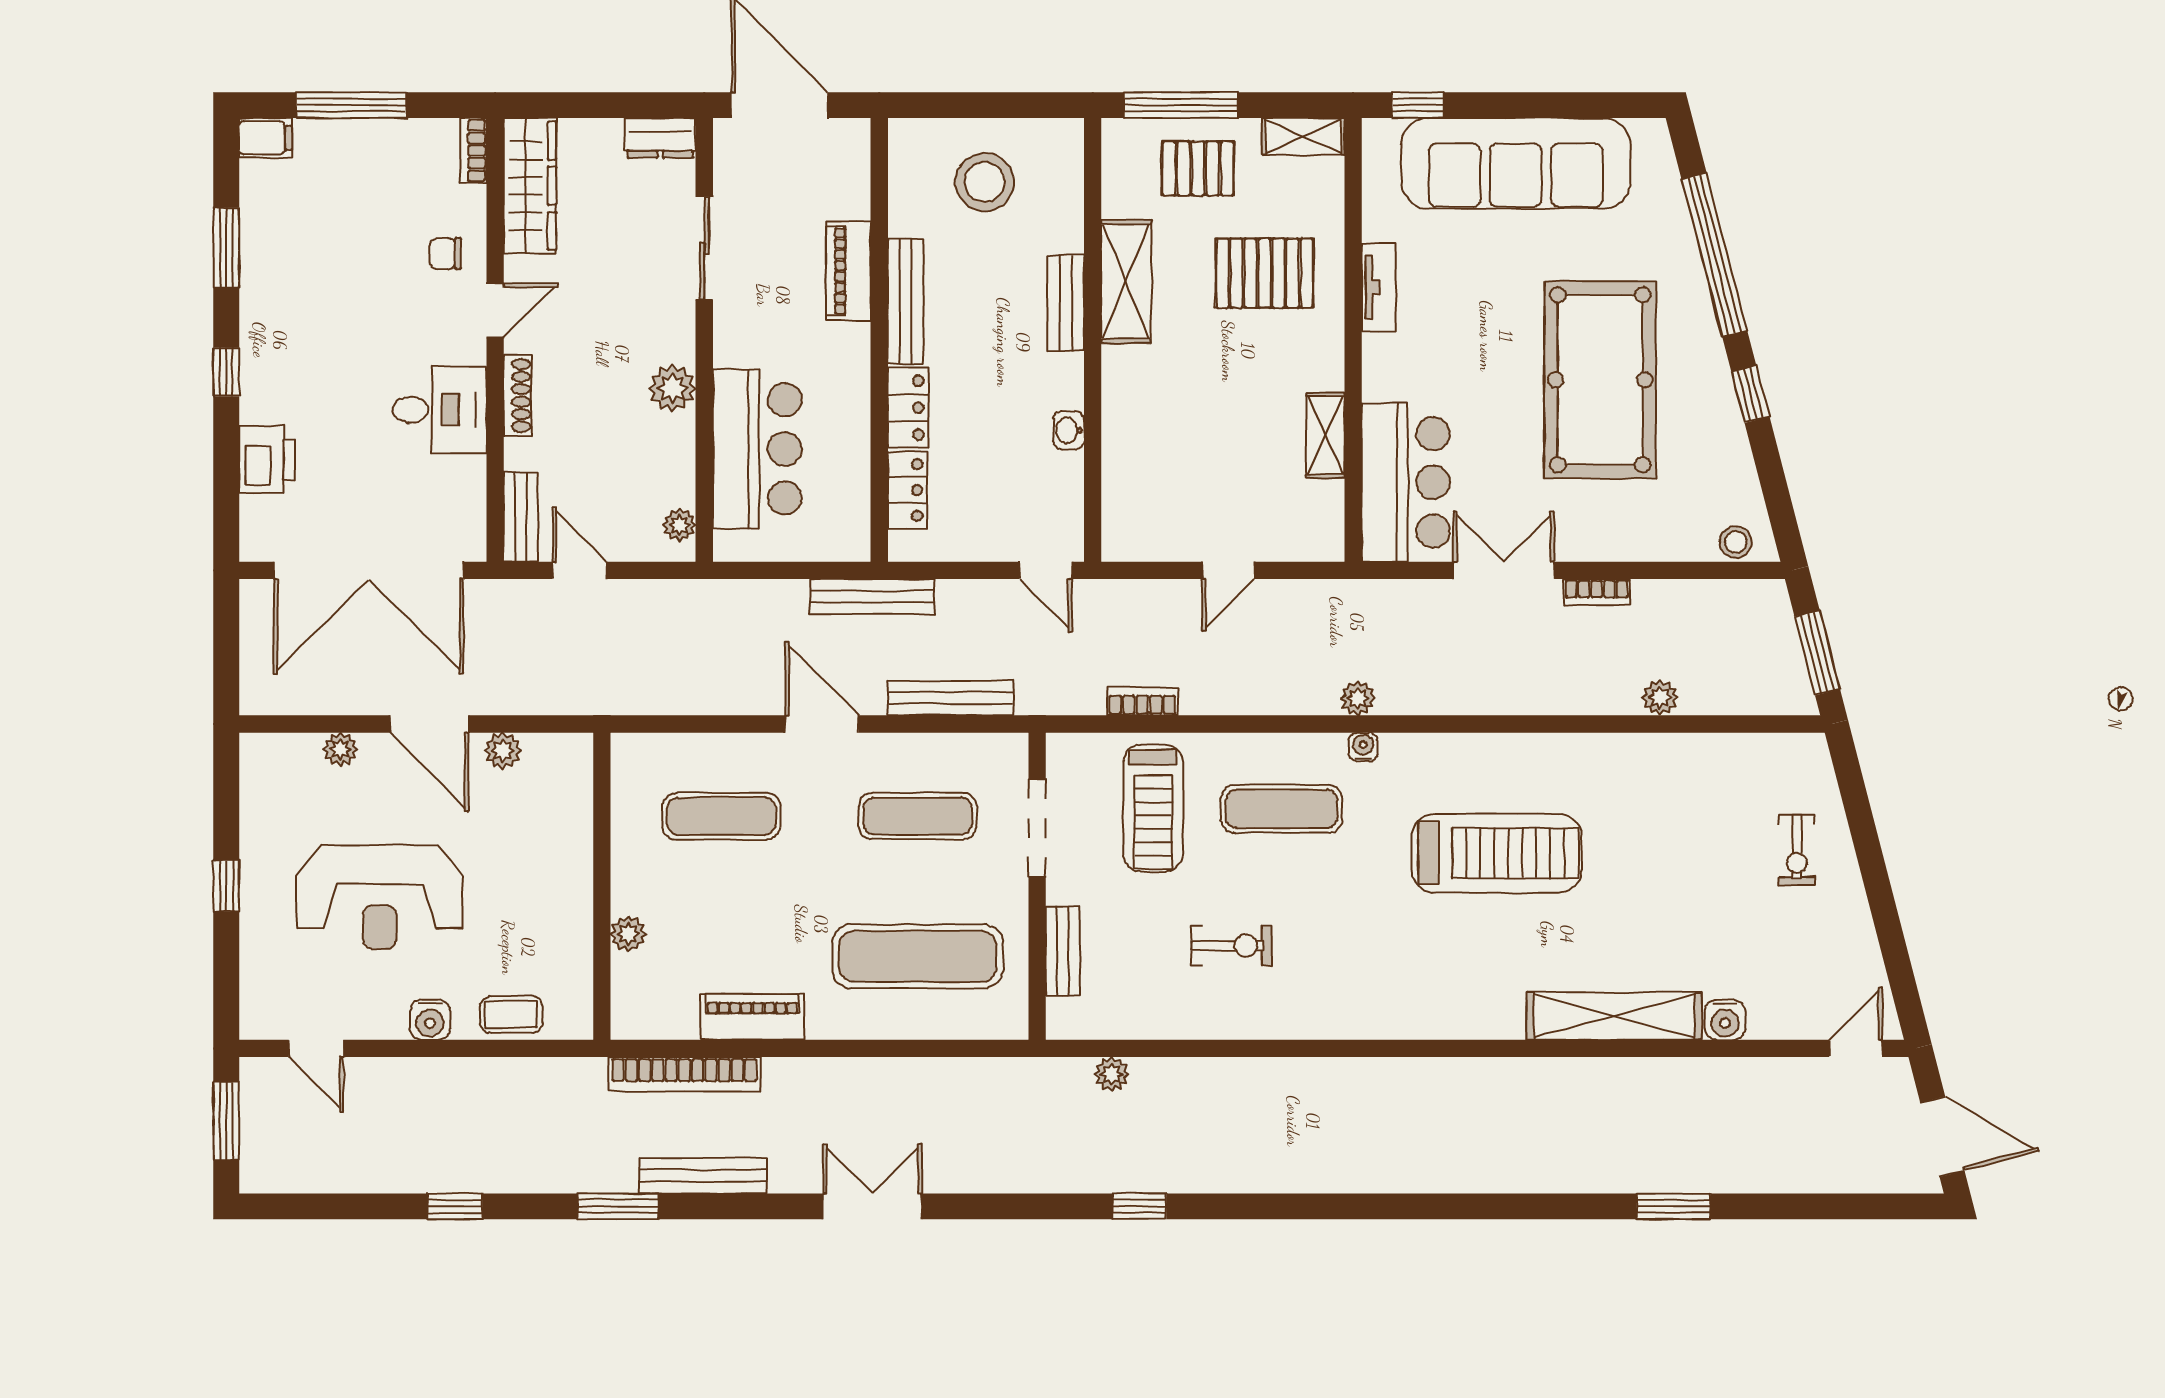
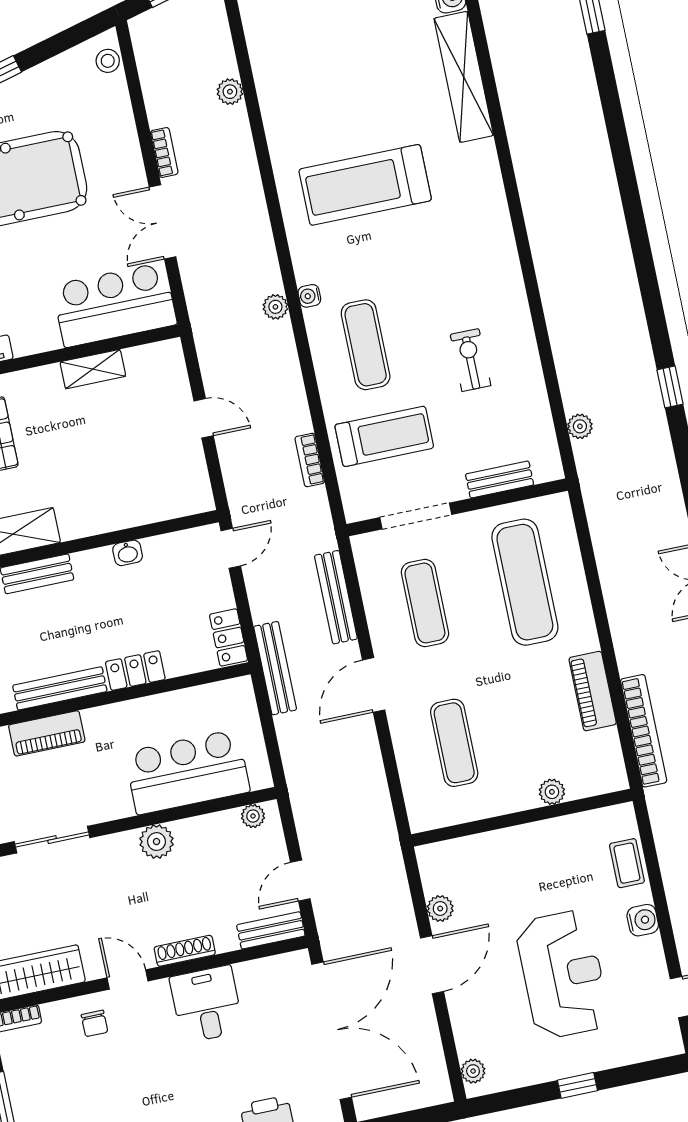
locker: (907, 490) -> (229, 637), moved, turned -90
plant: (340, 749) -> (473, 1071), moved
treadmill: (1497, 853) -> (365, 185), turned -90

